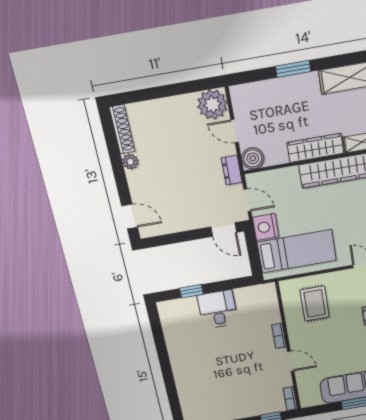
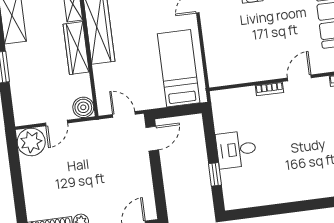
dresser: (232, 170) -> (94, 128), removed
door: (247, 200) -> (124, 114), hinge flipped
nightstand: (266, 227) -> (152, 98), removed
rug: (315, 304) -> (236, 52), removed

